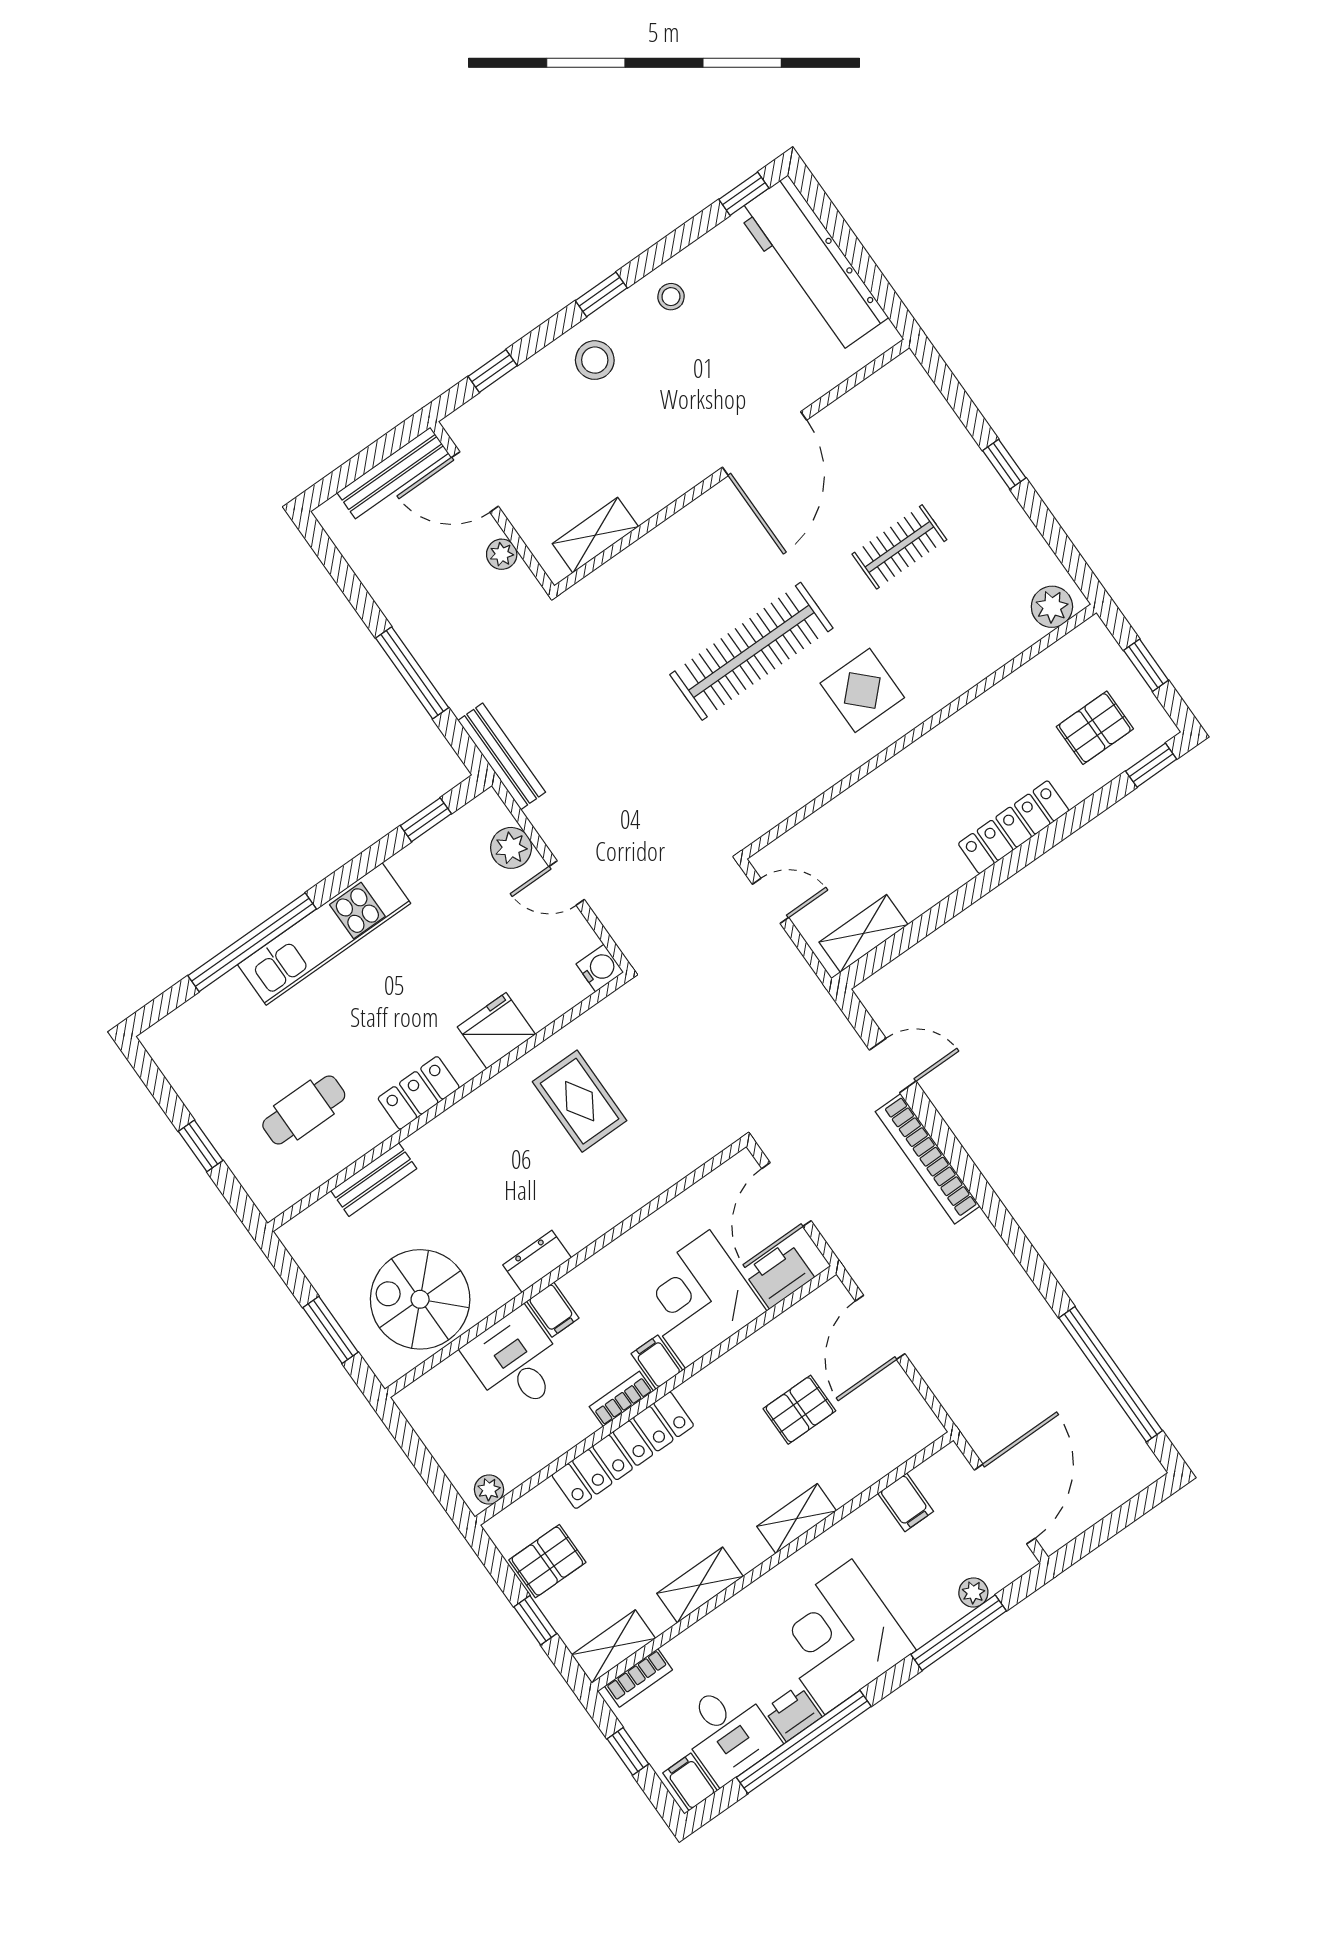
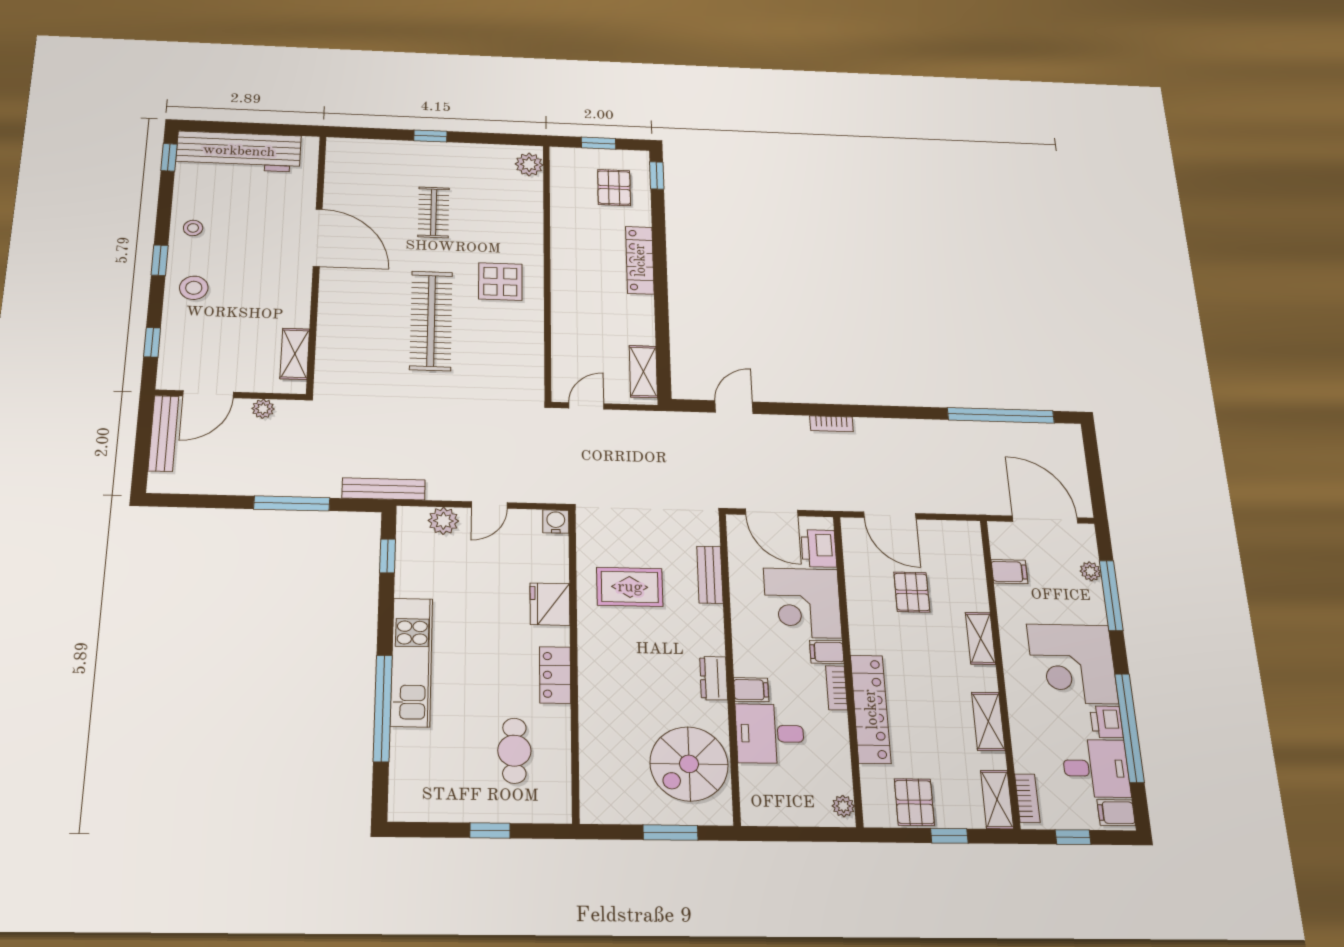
bookcase: (928, 1159) -> (831, 424), width x0.43, depth x0.76
bench: (374, 1180) -> (710, 575), moved

